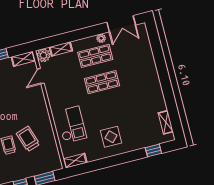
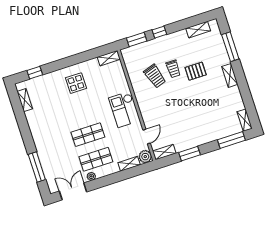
window: (157, 52) -> (37, 167), added
checkout: (71, 125) -> (124, 109), moved

